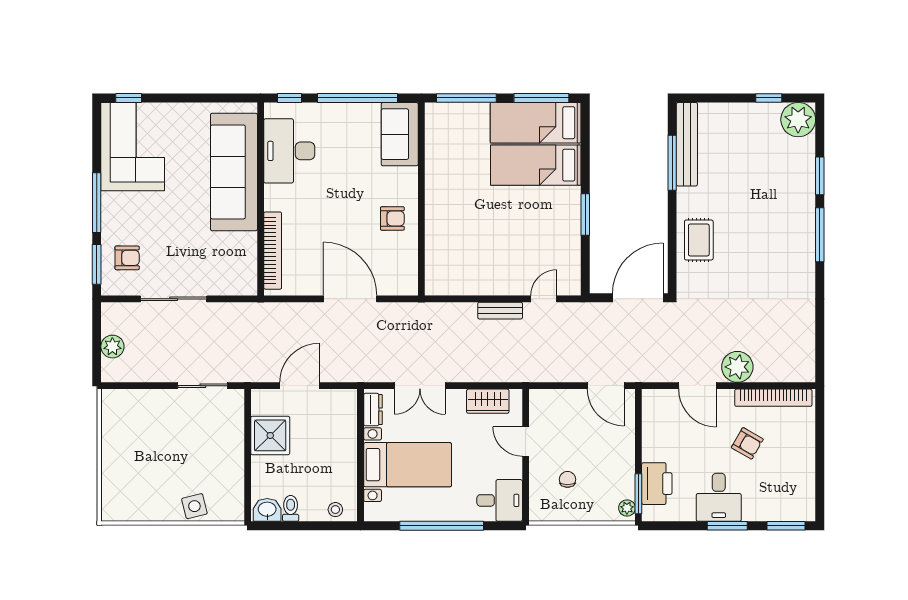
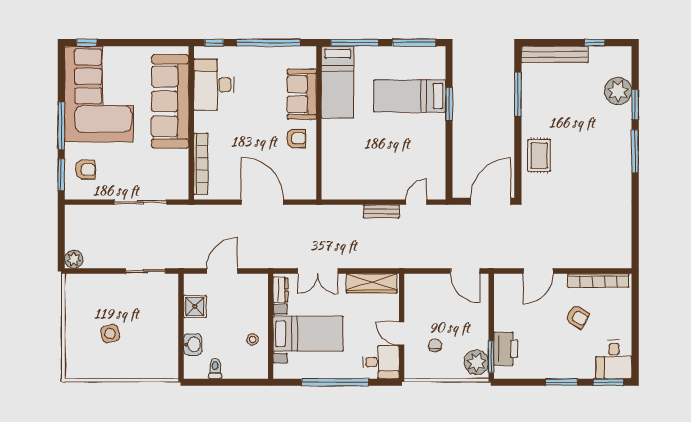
plant: (798, 120) -> (618, 91), moved
bed: (536, 123) -> (338, 82), moved, turned -90
sofa: (400, 134) -> (302, 94), moved
bench: (687, 144) -> (555, 54), moved, turned 90
corner sofa: (133, 147) -> (99, 94), width x1.36, depth x1.36
window: (585, 215) -> (449, 104), moved
sliding door: (174, 299) -> (140, 202), moved
plant: (112, 347) -> (74, 259), moved
plant: (737, 367) -> (570, 256), removed
door: (698, 386) -> (538, 271), hinge flipped
wardrobe: (488, 401) -> (372, 283), width x1.50
shower: (270, 435) -> (195, 306), width x0.73, depth x0.73
door: (526, 442) -> (402, 333), moved
desk: (719, 497) -> (614, 360), moved
side table: (194, 506) -> (110, 334), moved
plant: (627, 508) -> (476, 362), width x1.87, depth x1.87
washbasin: (267, 510) -> (193, 345), moved, turned 90
stool: (335, 510) -> (253, 340), moved

